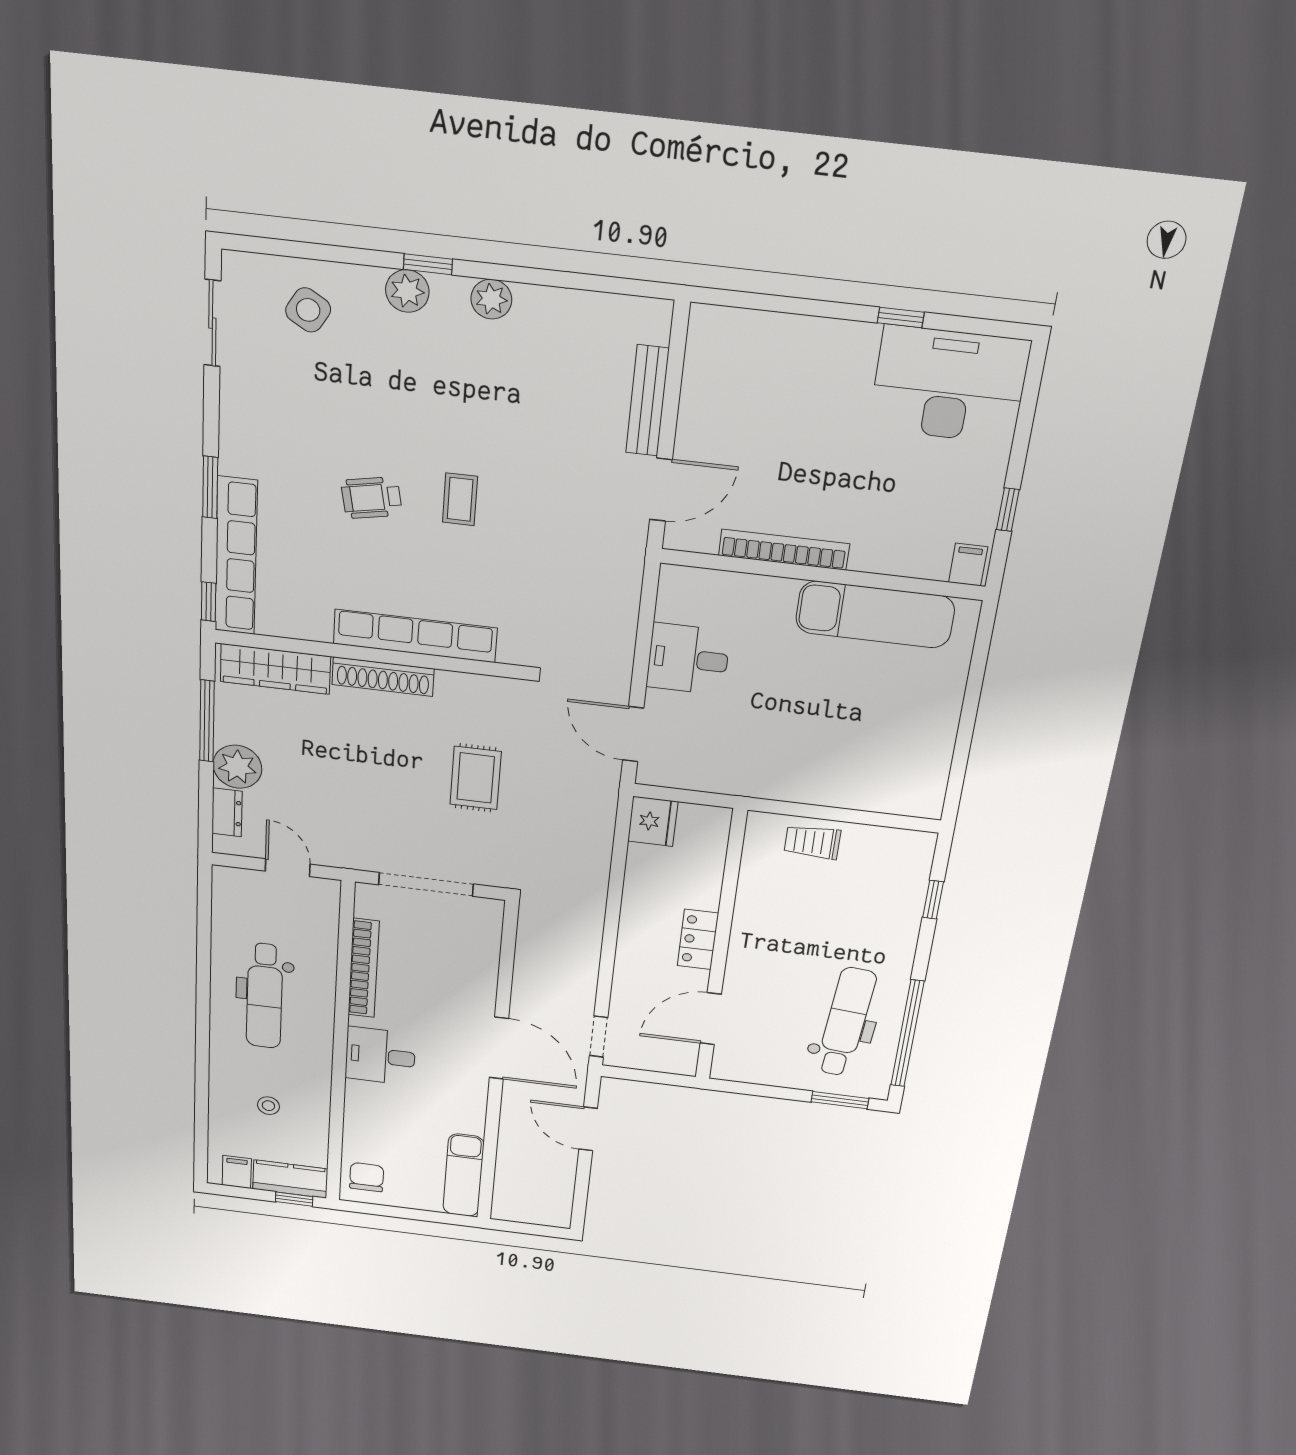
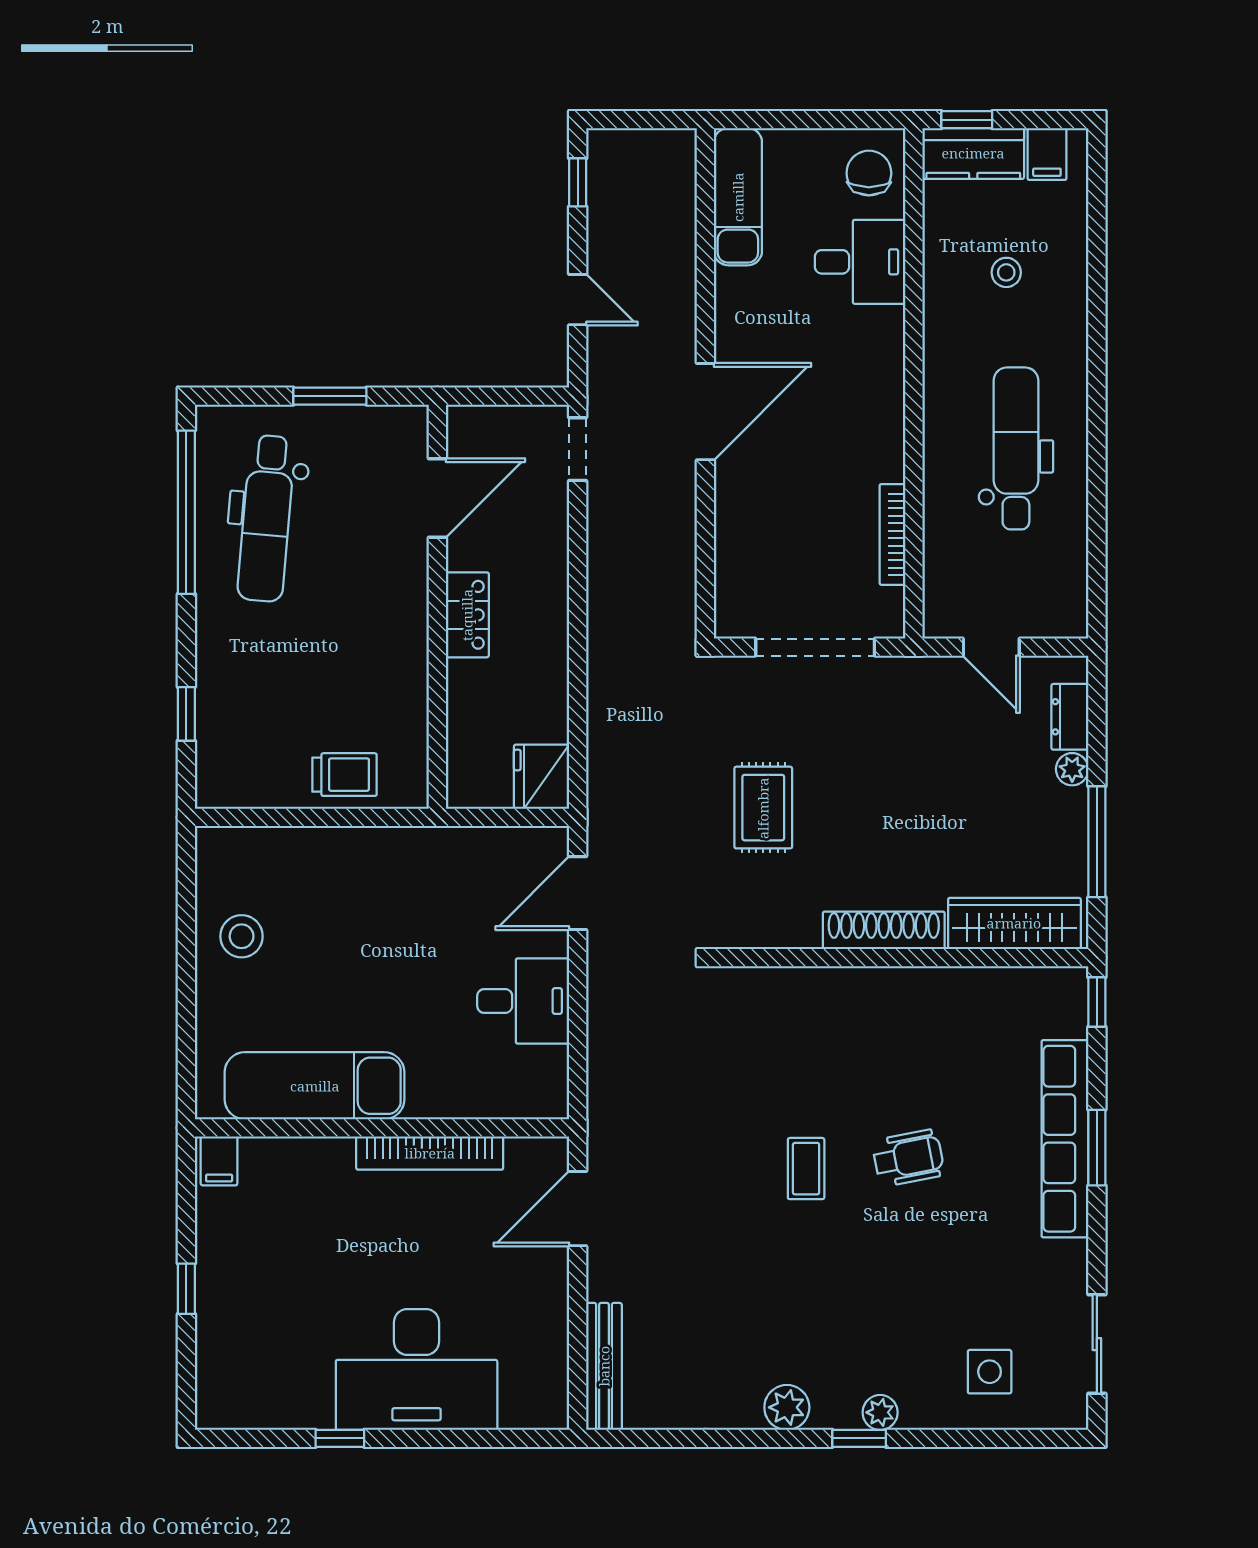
plant: (407, 291) -> (880, 1412), width x0.73, depth x0.73
side table: (308, 310) -> (990, 1372), turned -31
desk: (949, 385) -> (417, 1369), moved
bench: (647, 401) -> (604, 1366), moved
window: (1008, 510) -> (186, 1289), moved
row of seats: (236, 556) -> (1065, 1139), moved
row of seats: (415, 636) -> (848, 989), removed
door: (633, 734) -> (578, 893), swing flipped
stool: (917, 736) -> (242, 936), added
plant: (237, 767) -> (1072, 769), width x0.53, depth x0.53
bookcase: (364, 968) -> (892, 534), width x0.68, depth x0.76
door: (499, 1048) -> (705, 412), swing flipped
desk: (380, 1056) -> (860, 262), moved
window: (840, 1100) -> (330, 396), moved
door: (588, 1129) -> (578, 300), width x0.73
chair: (367, 1177) -> (869, 173), turned 180
window: (580, 1198) -> (578, 182), added

